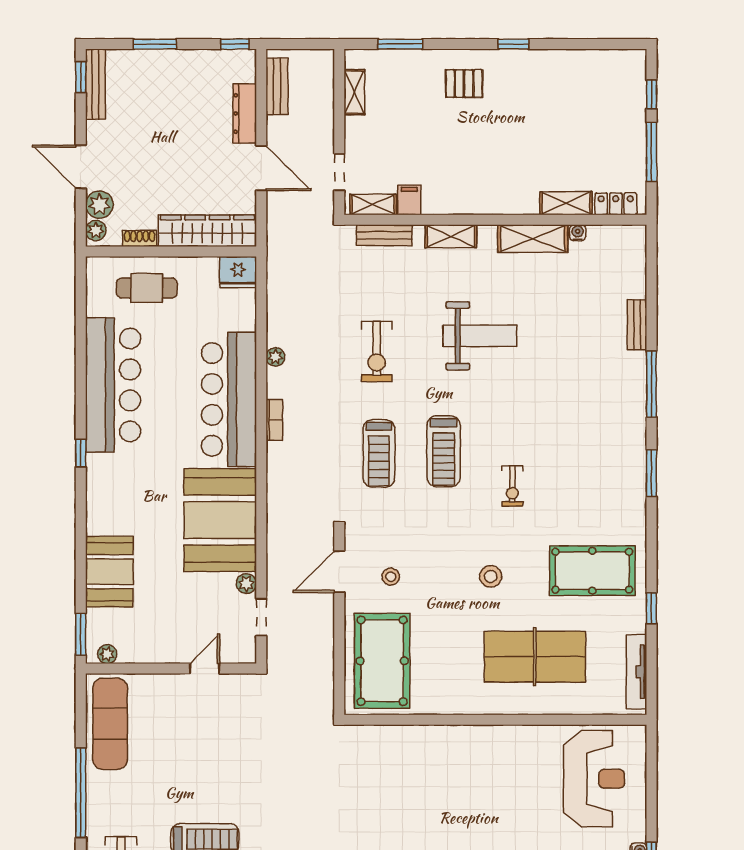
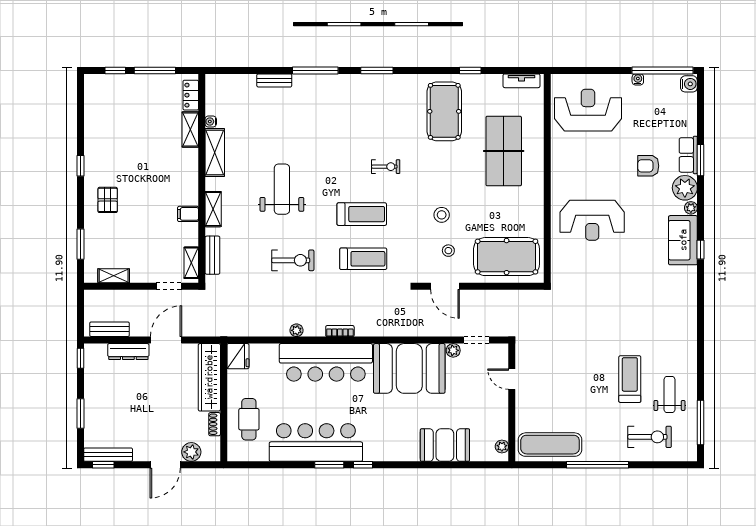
filing cabinet: (409, 200) -> (188, 214), moved
plant: (96, 230) -> (209, 454), removed
stool: (491, 576) -> (442, 215), moved
window: (81, 634) -> (329, 465), moved
tv unit: (637, 672) -> (522, 81), width x0.71
reception desk: (435, 785) -> (592, 220), added

